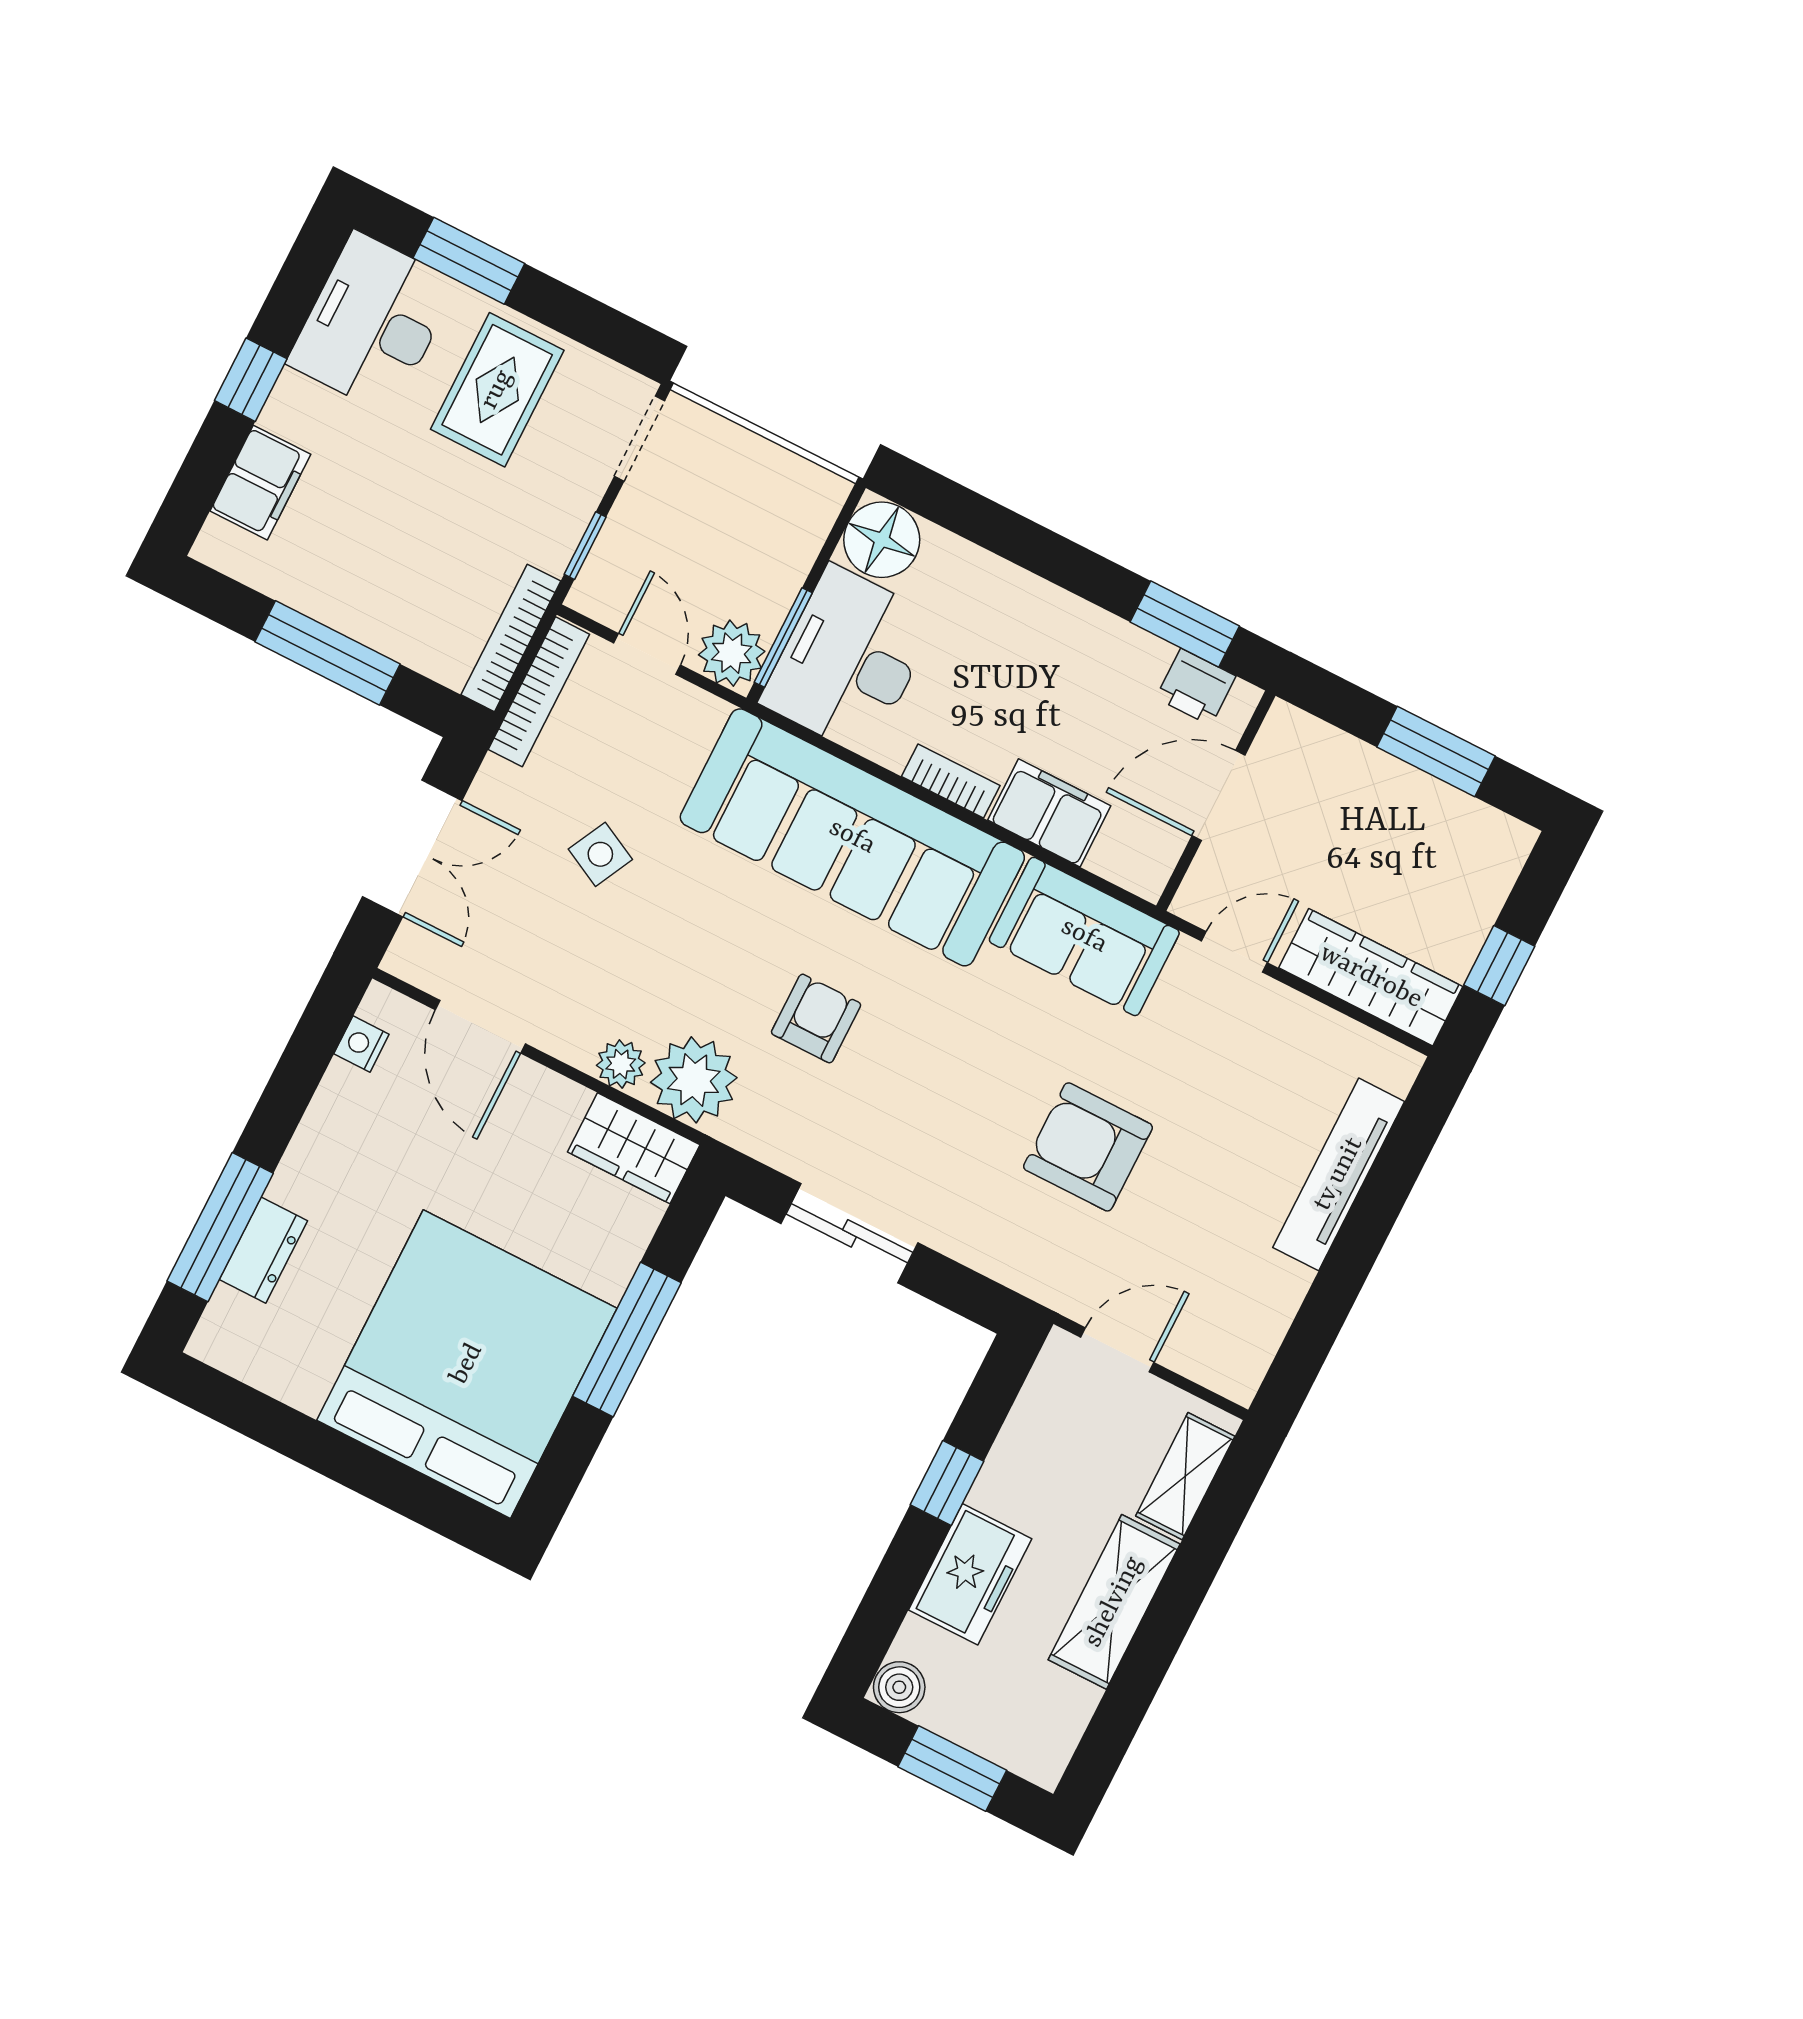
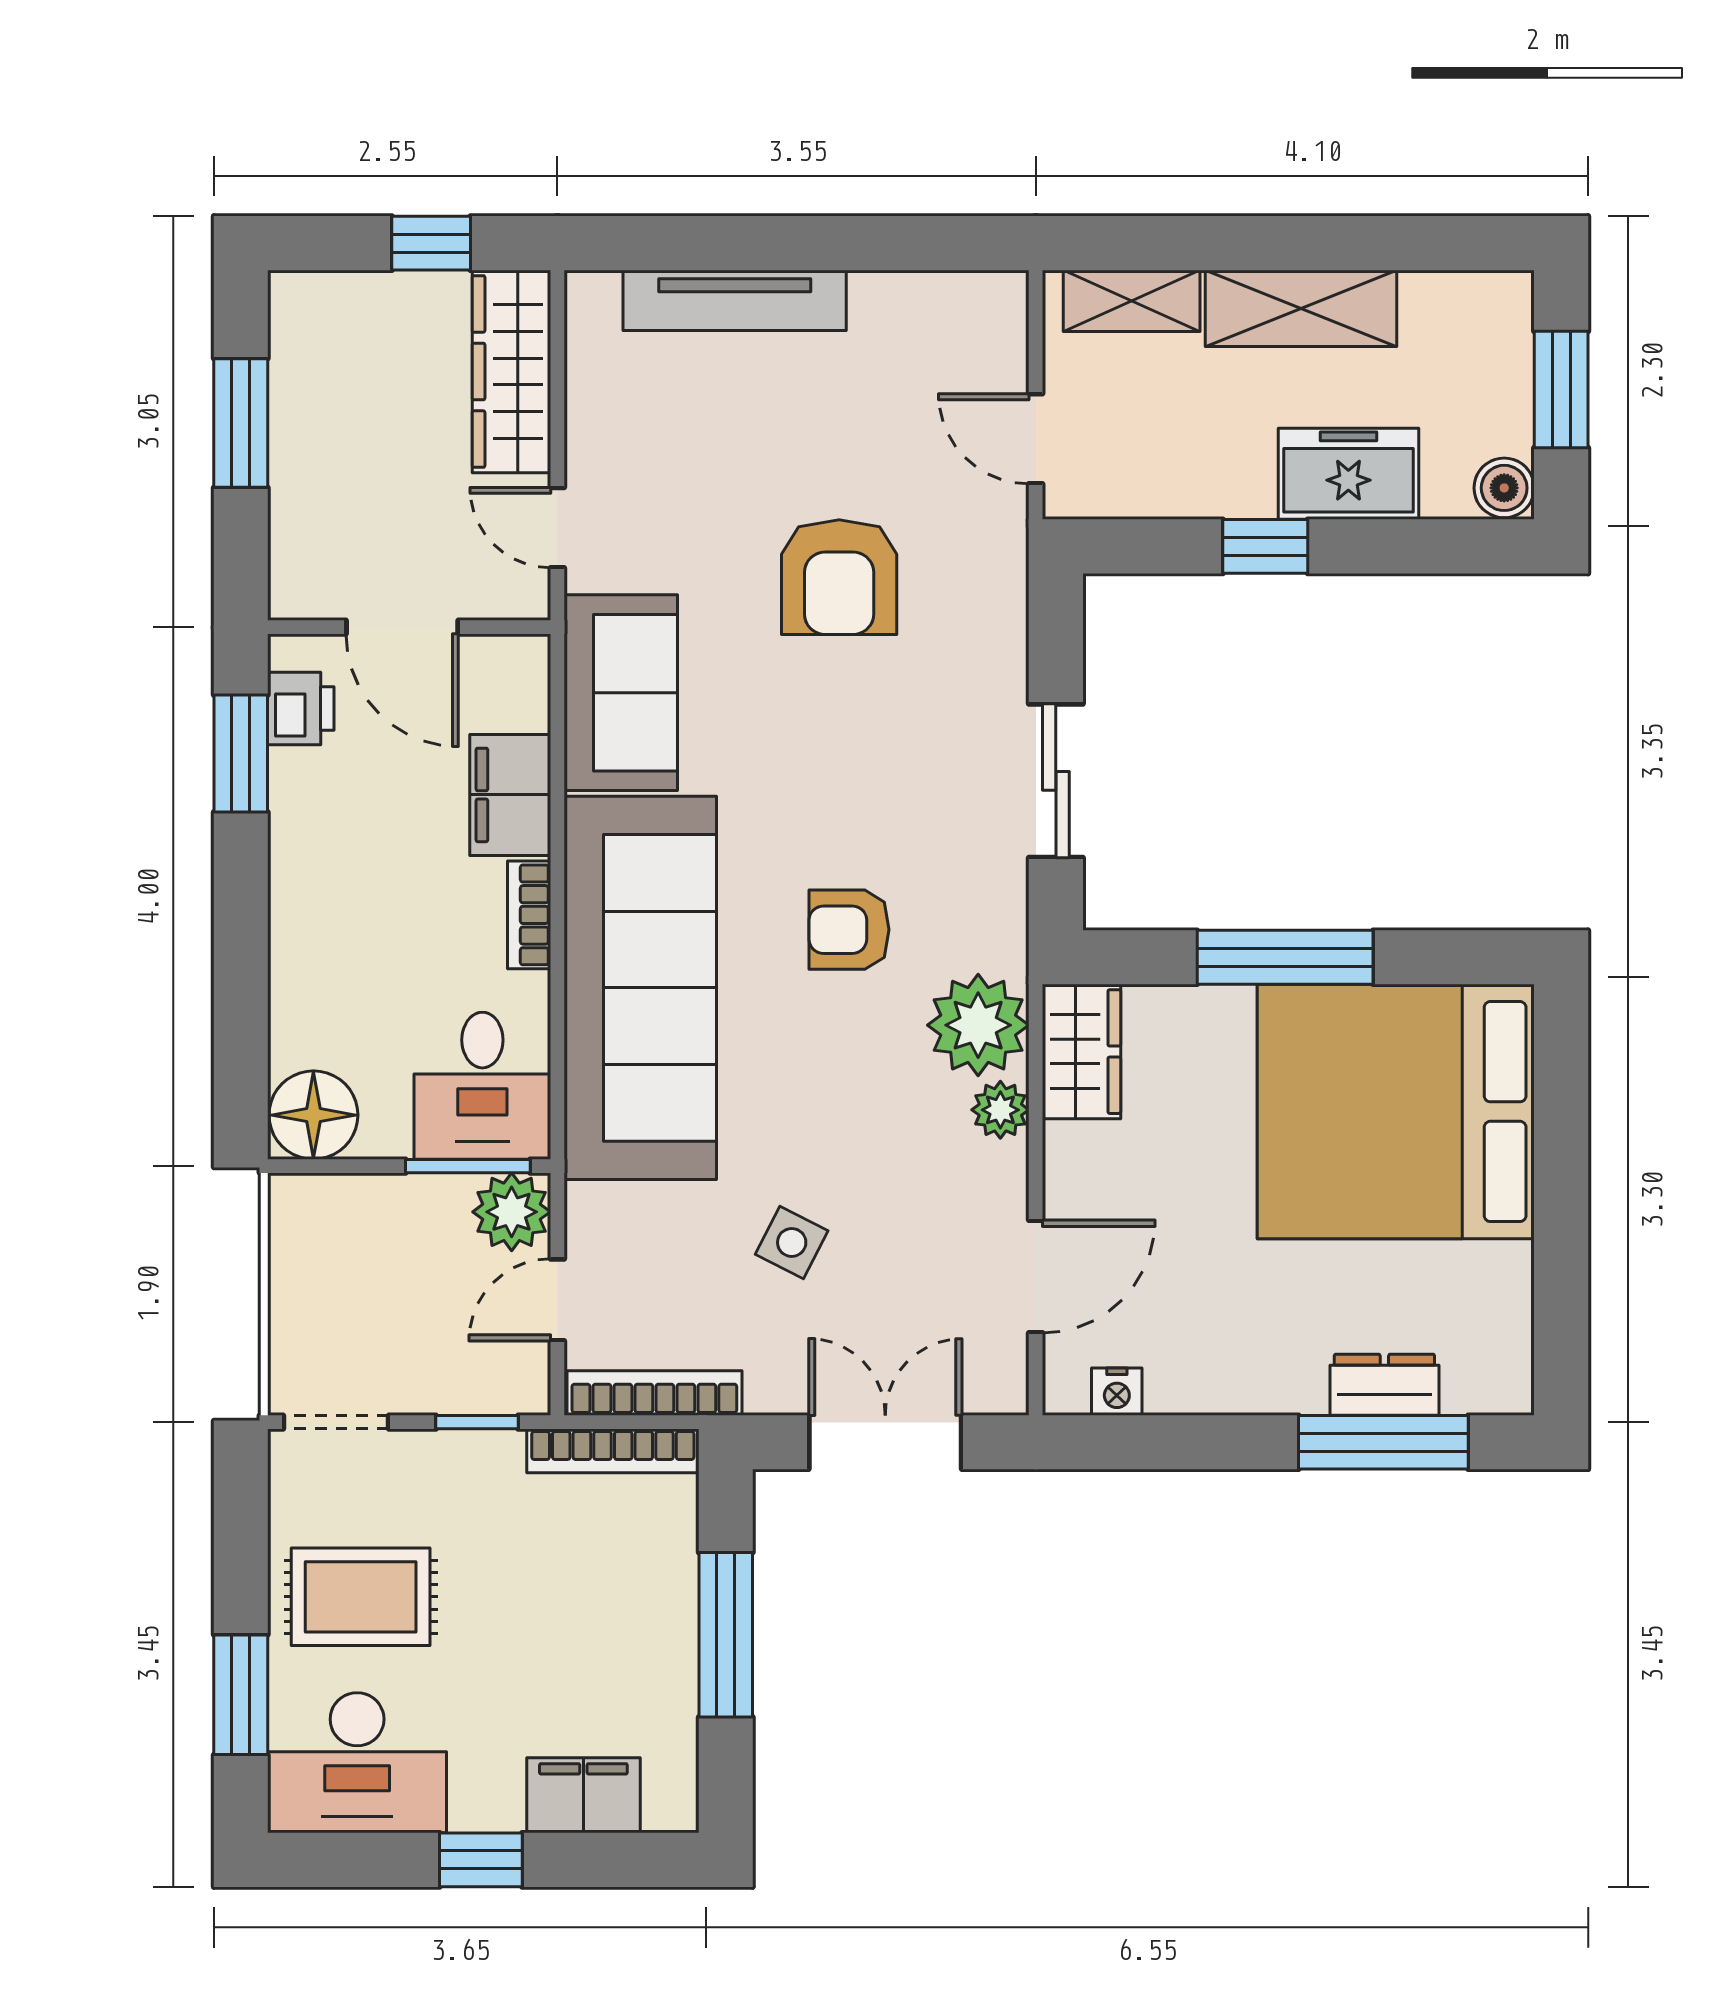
desk: (849, 660) -> (482, 1086), width x0.73

